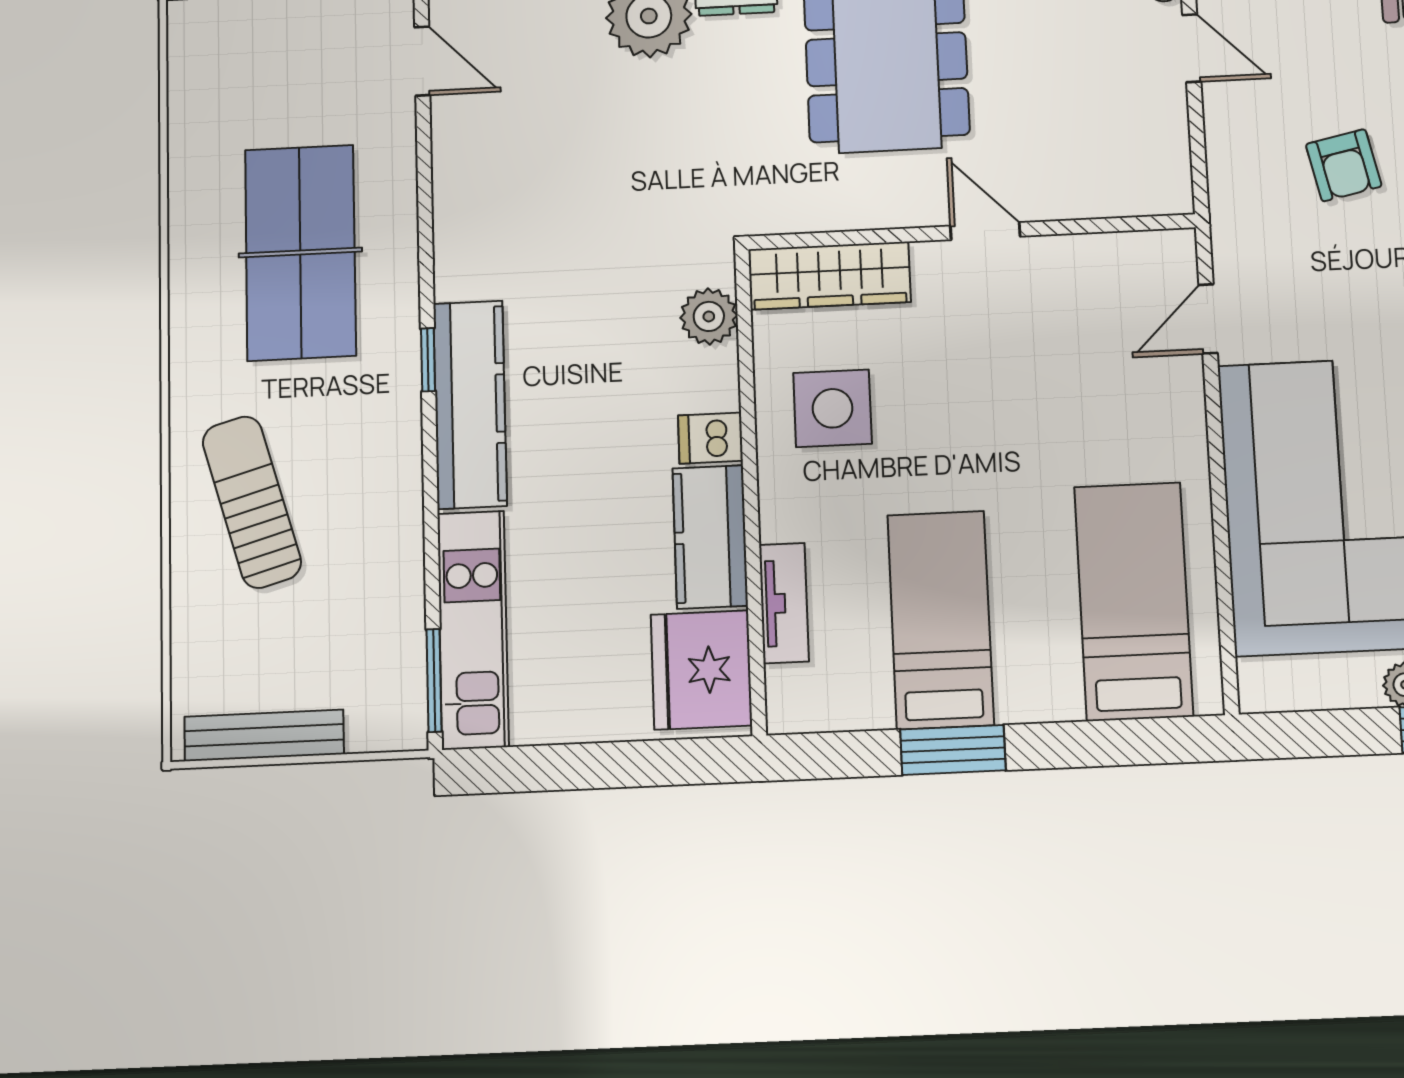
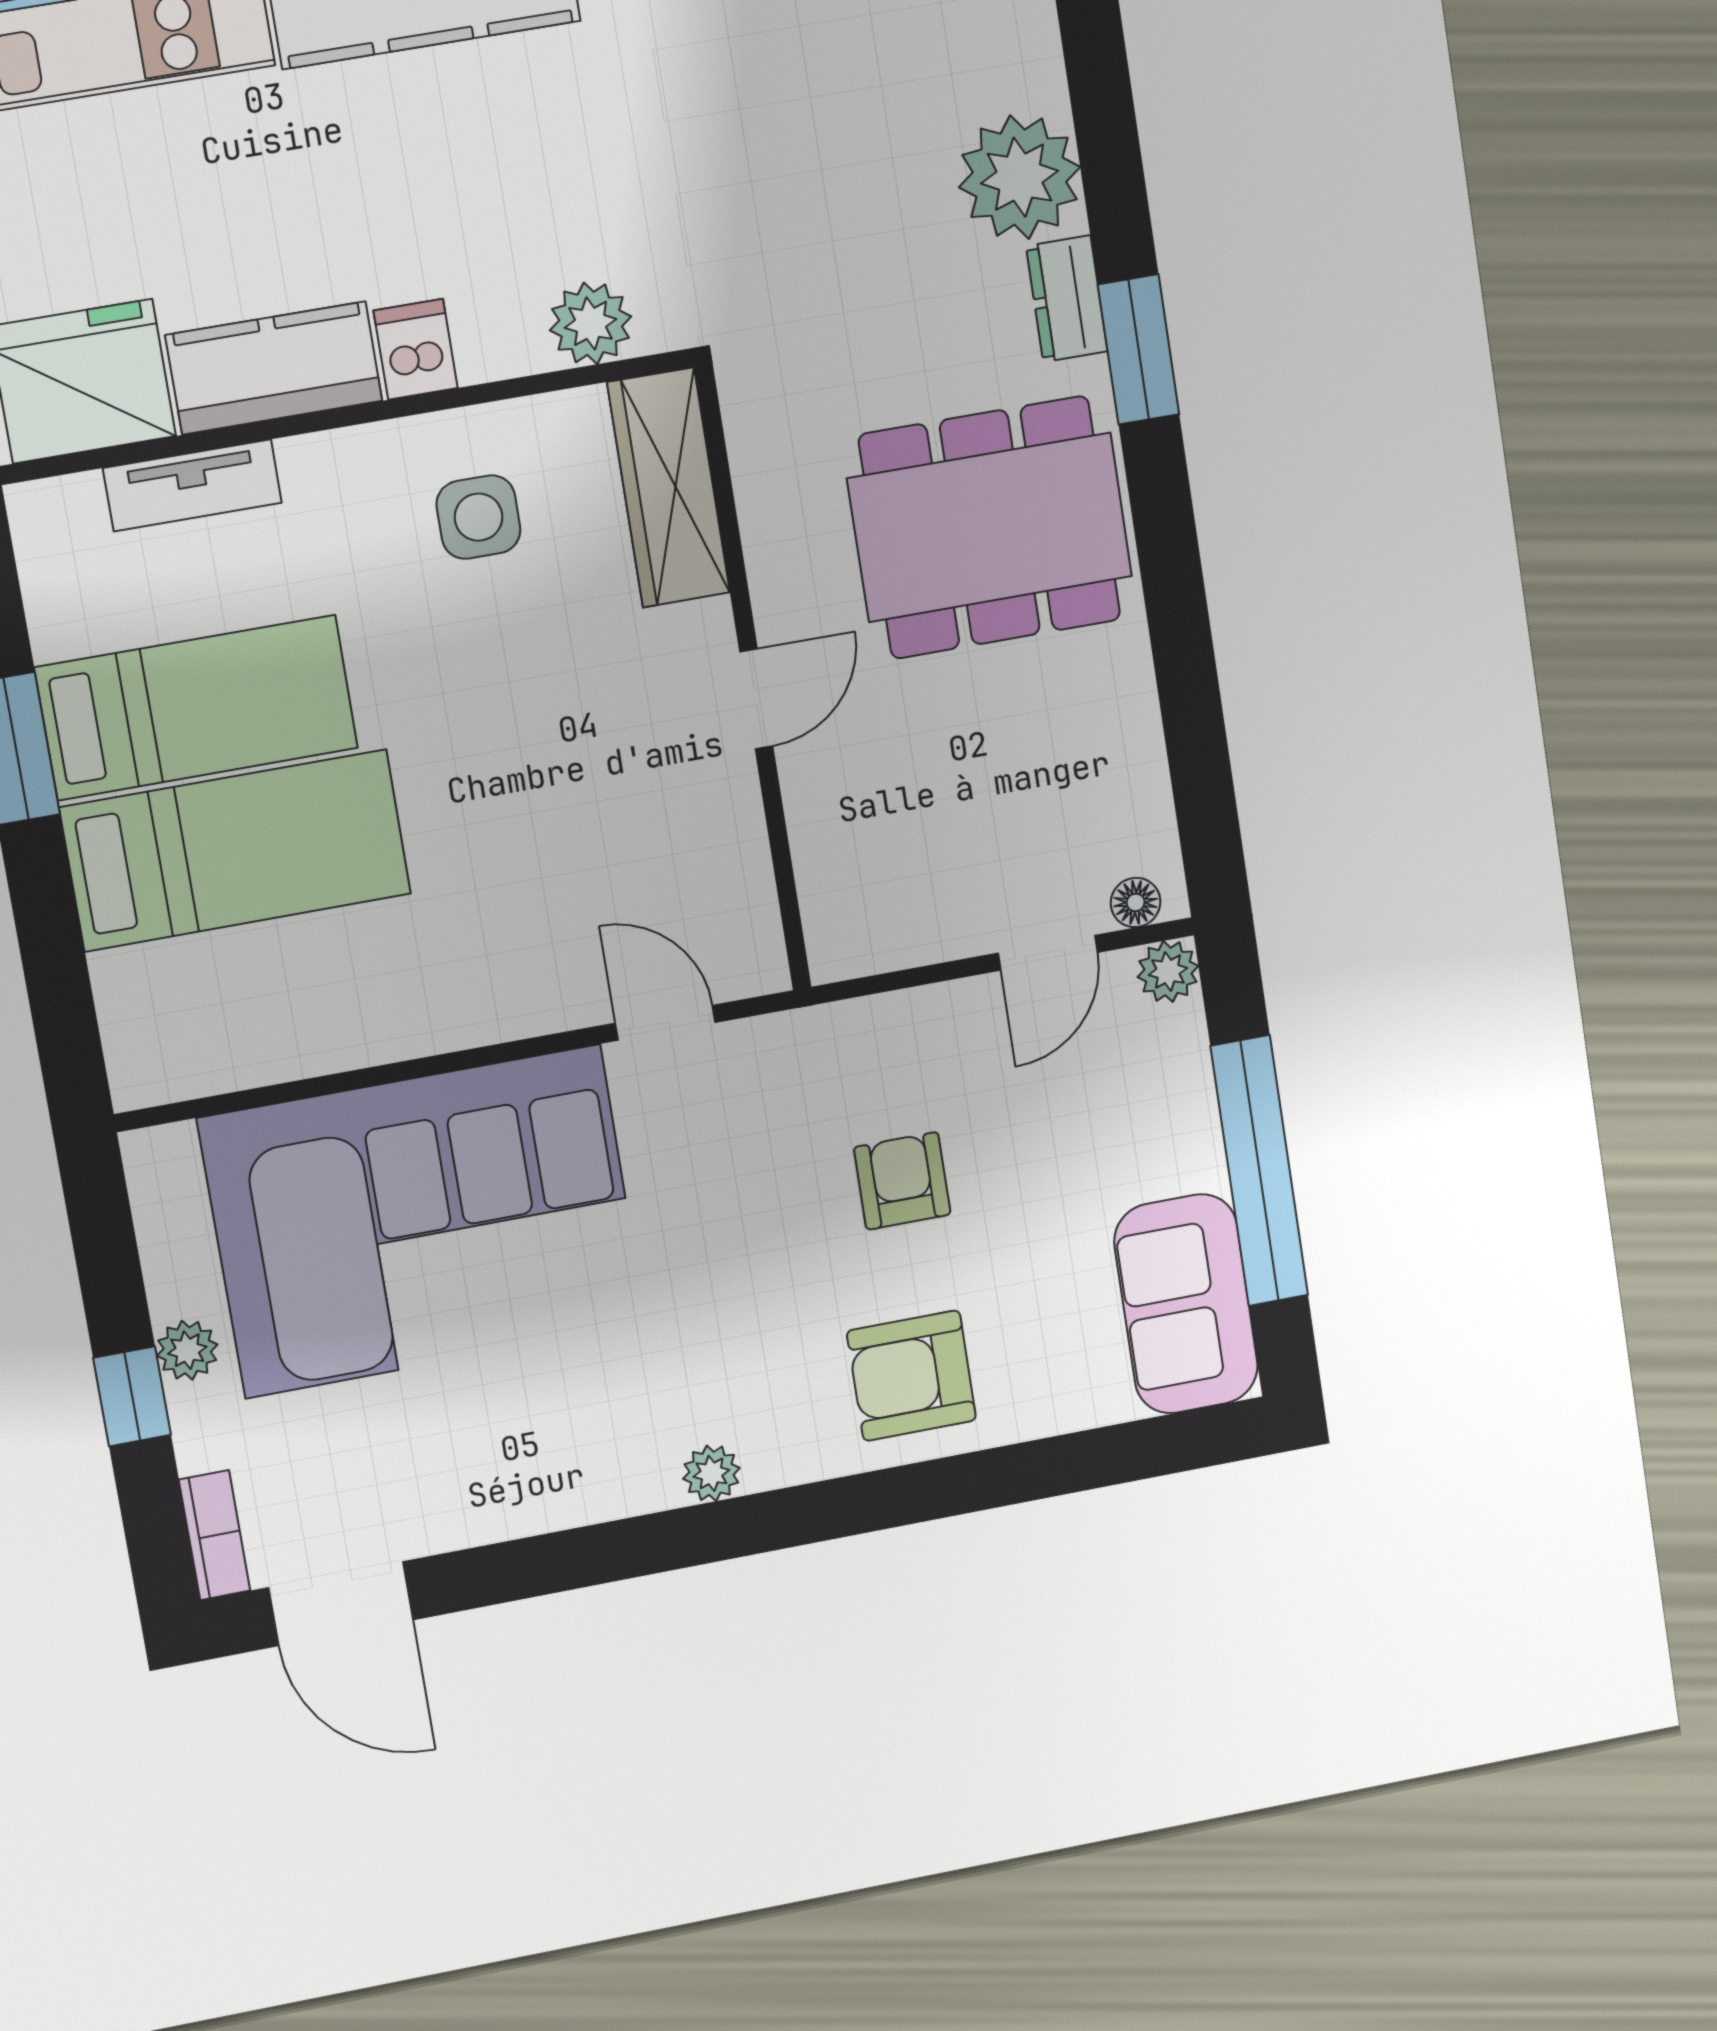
armchair: (1344, 165) -> (902, 1181), turned 102
side table: (832, 408) -> (478, 517), width x0.73, depth x0.73
bed: (1134, 601) -> (236, 851), moved

